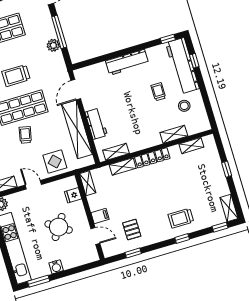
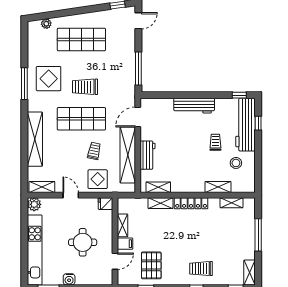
window: (59, 32) -> (138, 69), moved
plant: (53, 45) -> (129, 69), removed
trolley: (25, 135) -> (94, 151), moved
window: (227, 169) -> (258, 235), width x2.17
shelving: (88, 183) -> (123, 225), moved
fridge: (73, 195) -> (105, 204), moved
round table: (59, 227) -> (83, 242), turned -33
pallet: (132, 230) -> (151, 265), width x1.50, depth x1.42
door: (95, 236) -> (115, 261), hinge flipped

